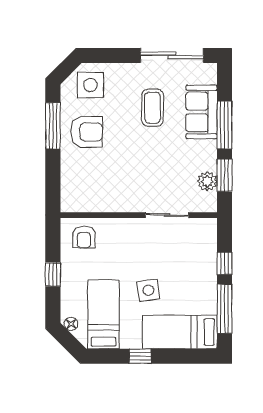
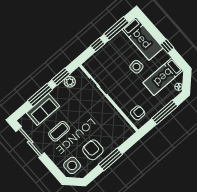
window: (53, 126) -> (110, 159), moved
window: (53, 274) -> (165, 112), width x2.17

